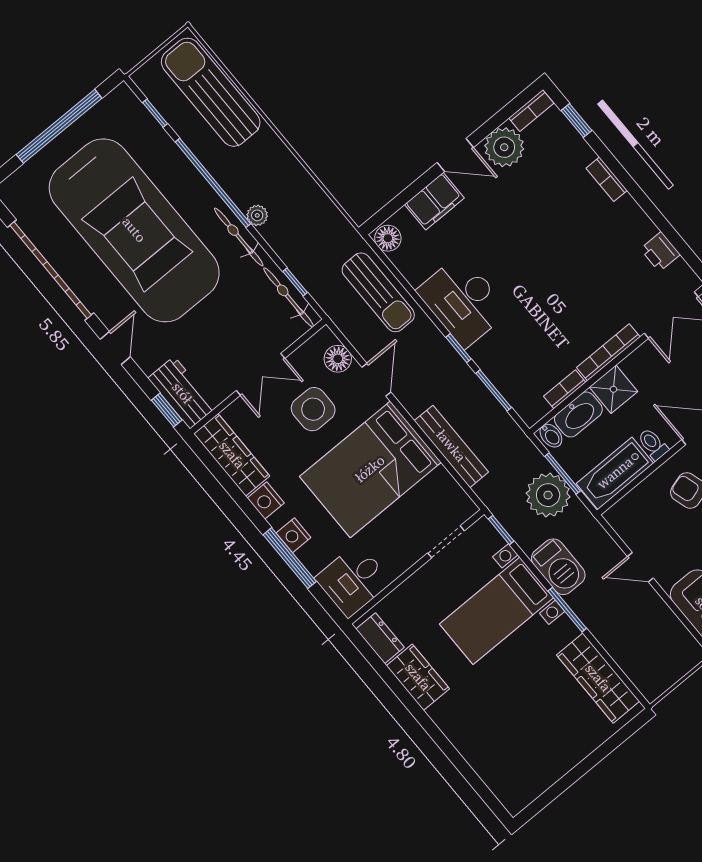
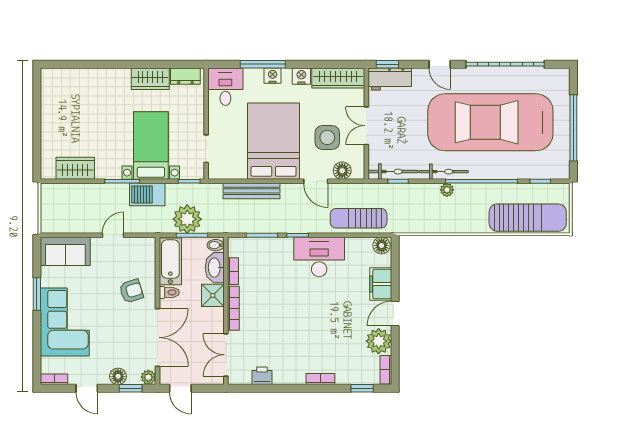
wardrobe: (598, 678) -> (75, 168), width x0.67

